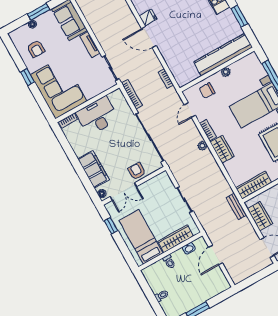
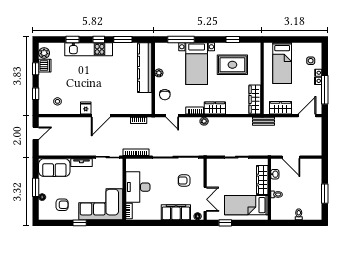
armchair: (137, 171) -> (184, 181), moved

